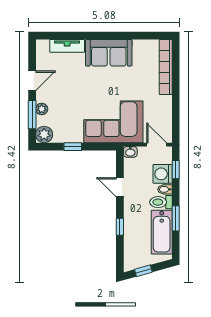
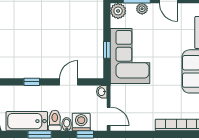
corner sofa: (113, 122) -> (130, 56), moved
door: (157, 145) -> (109, 116), hinge flipped
window: (73, 147) -> (107, 50), moved

